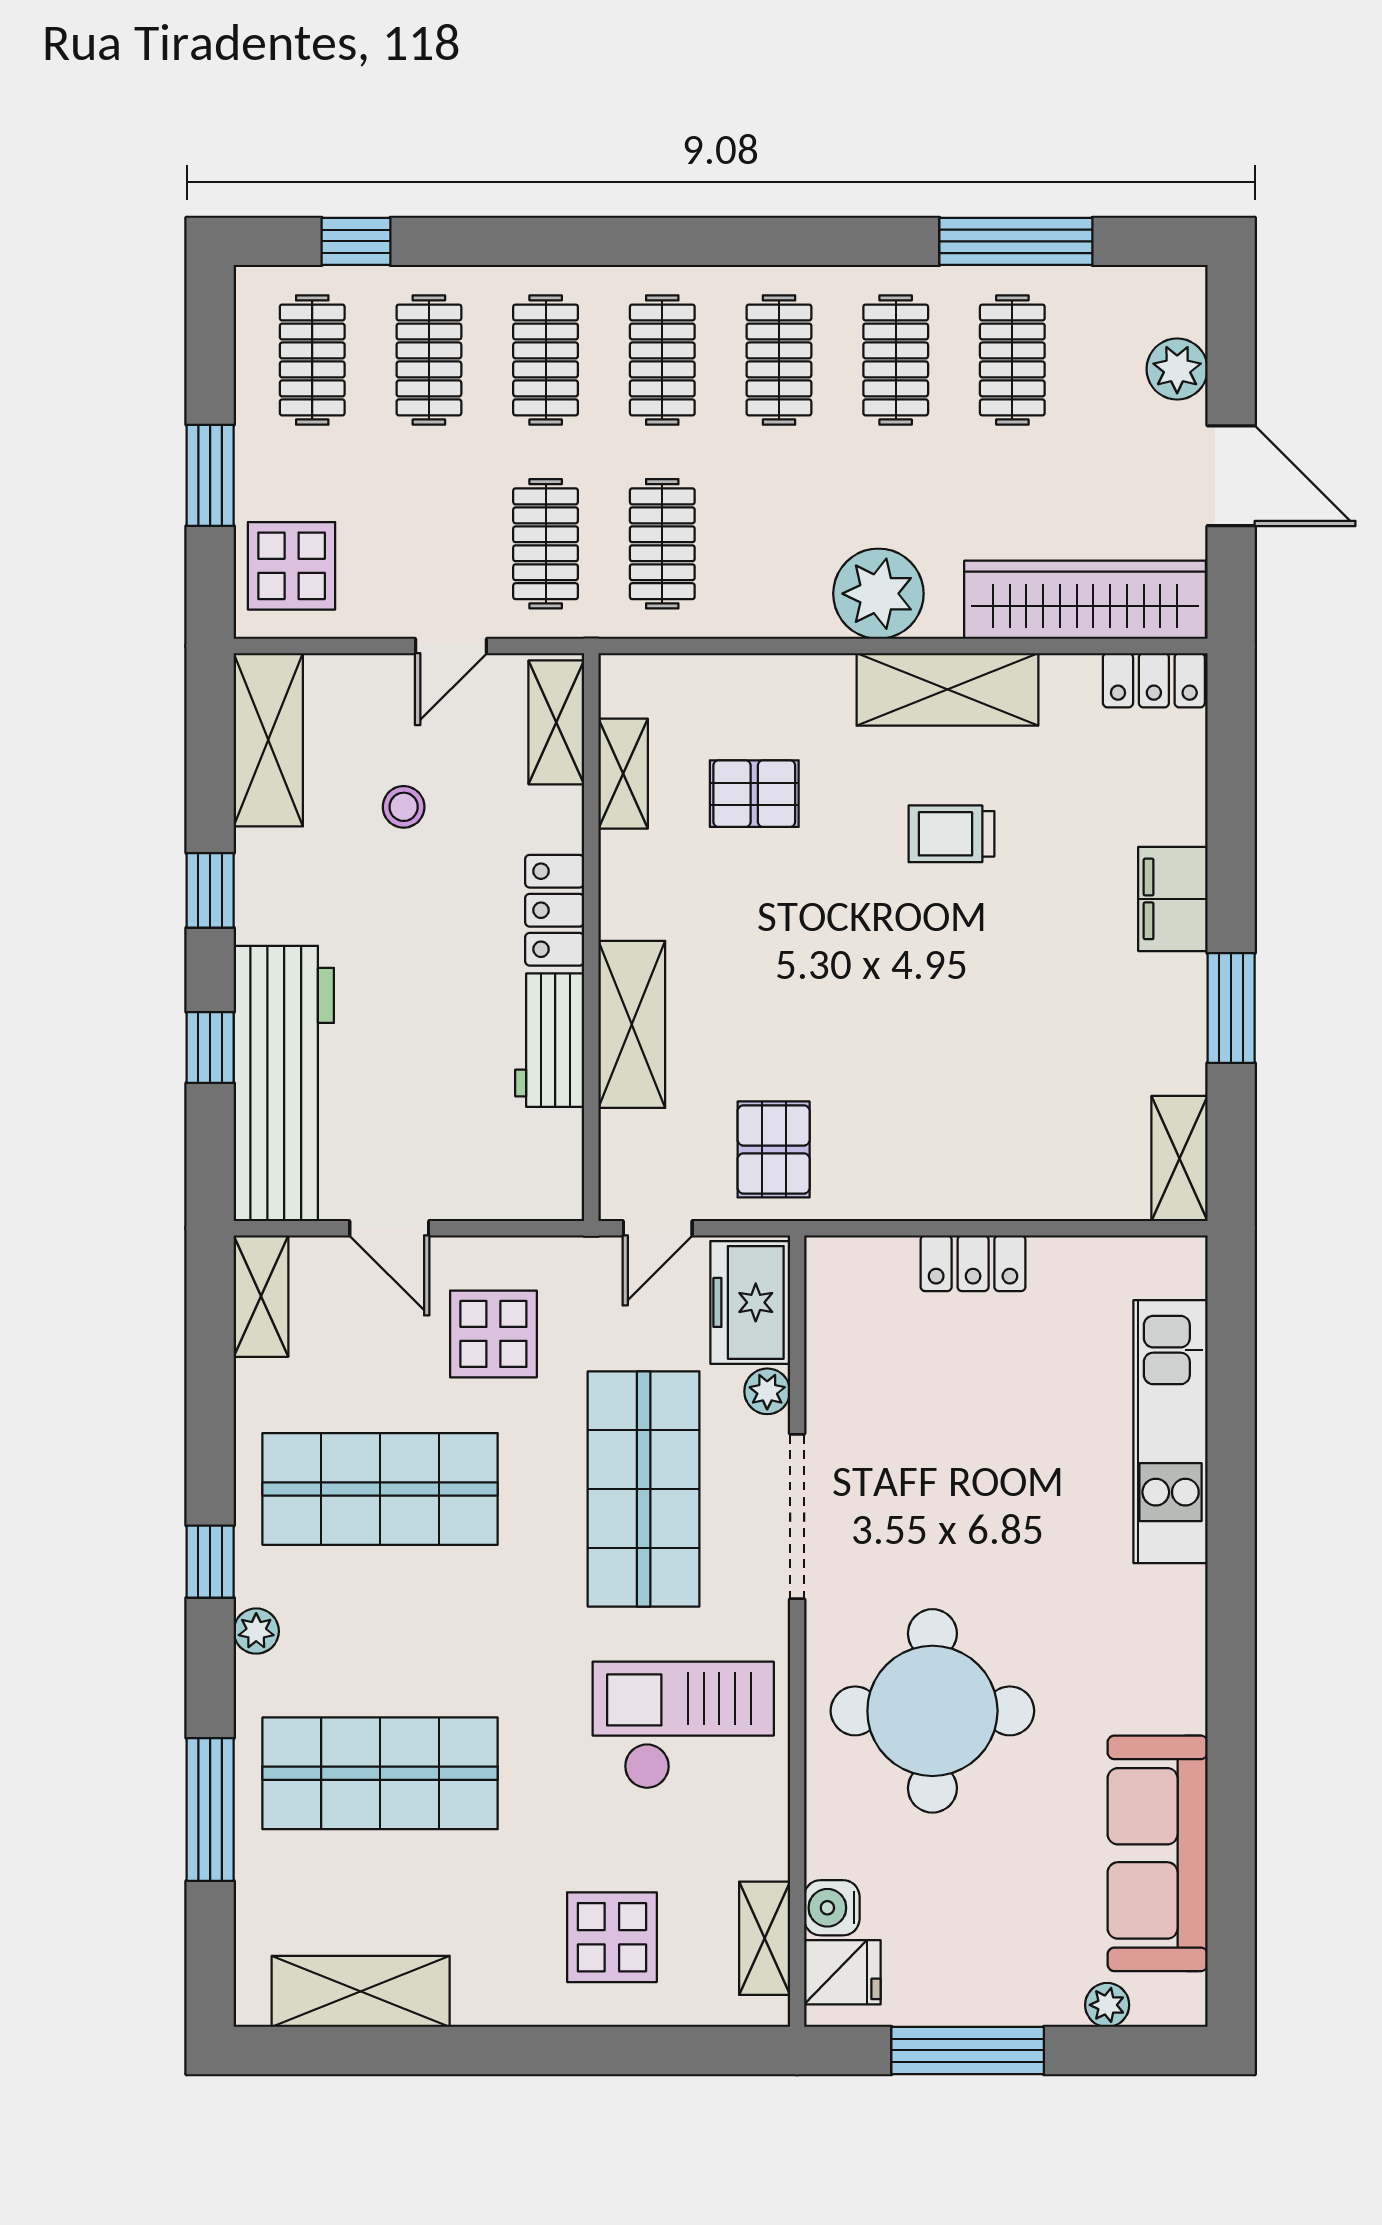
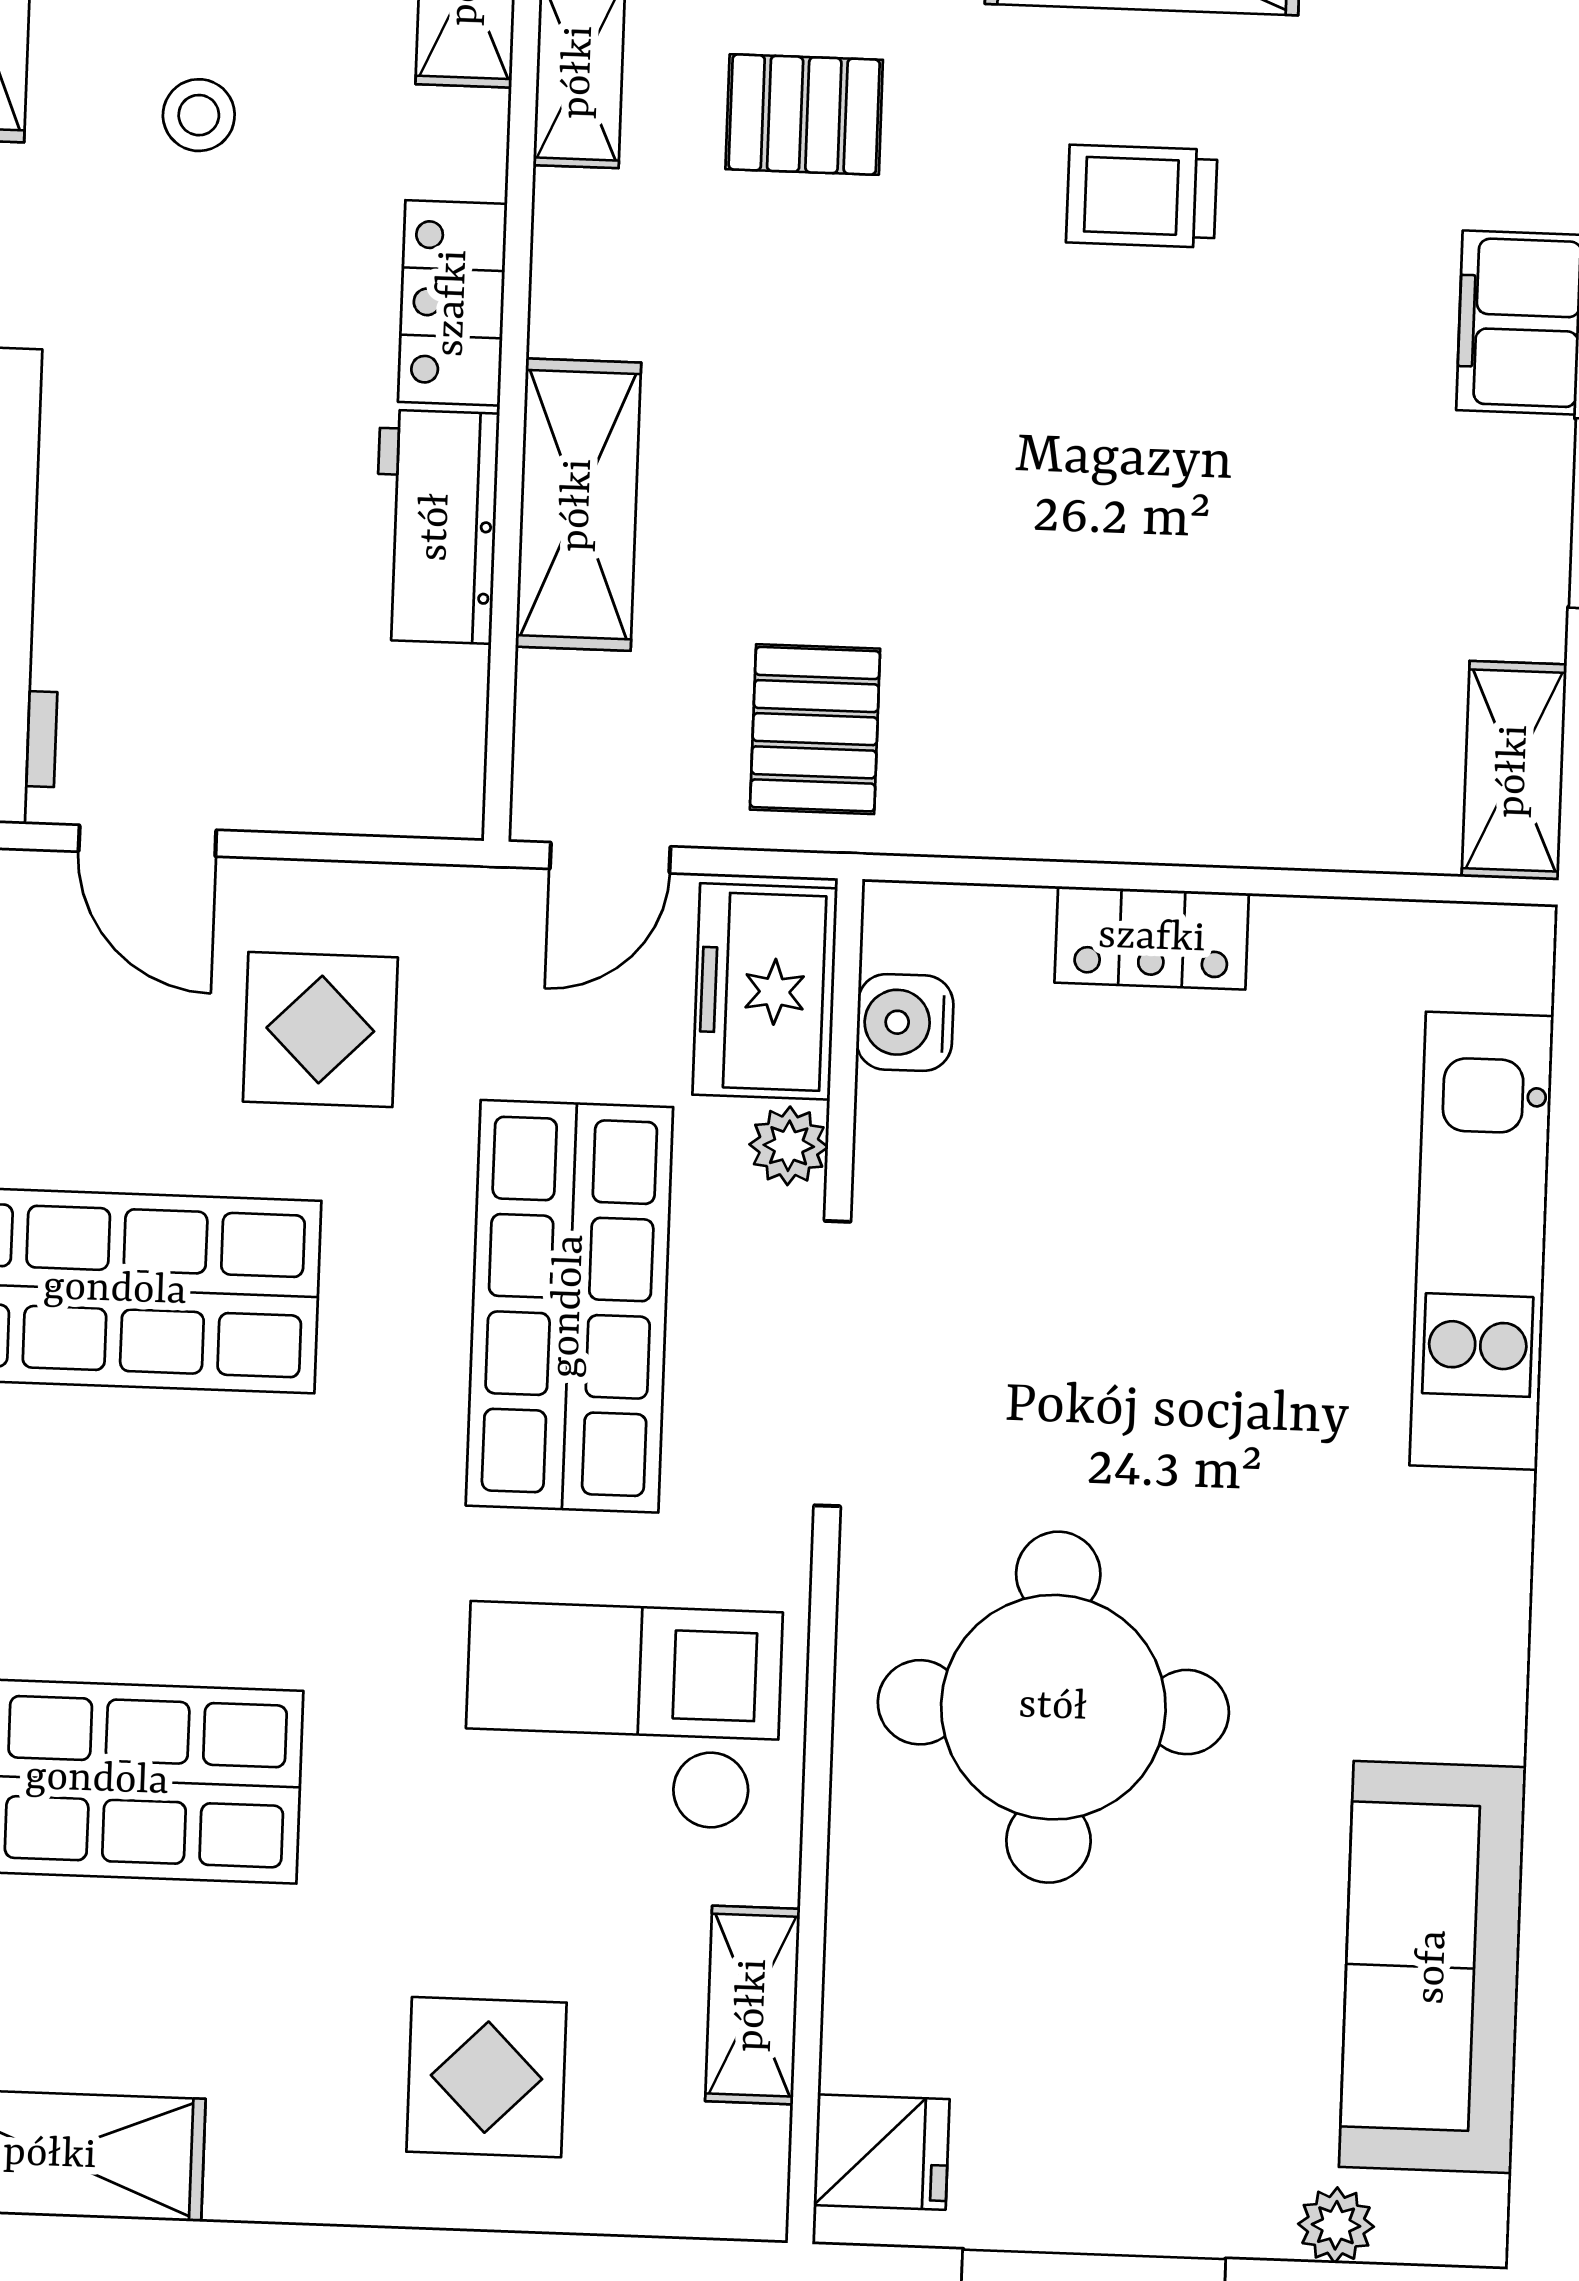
water cooler: (832, 1908) -> (905, 1023), moved
shelving: (765, 1938) -> (753, 2005), moved

